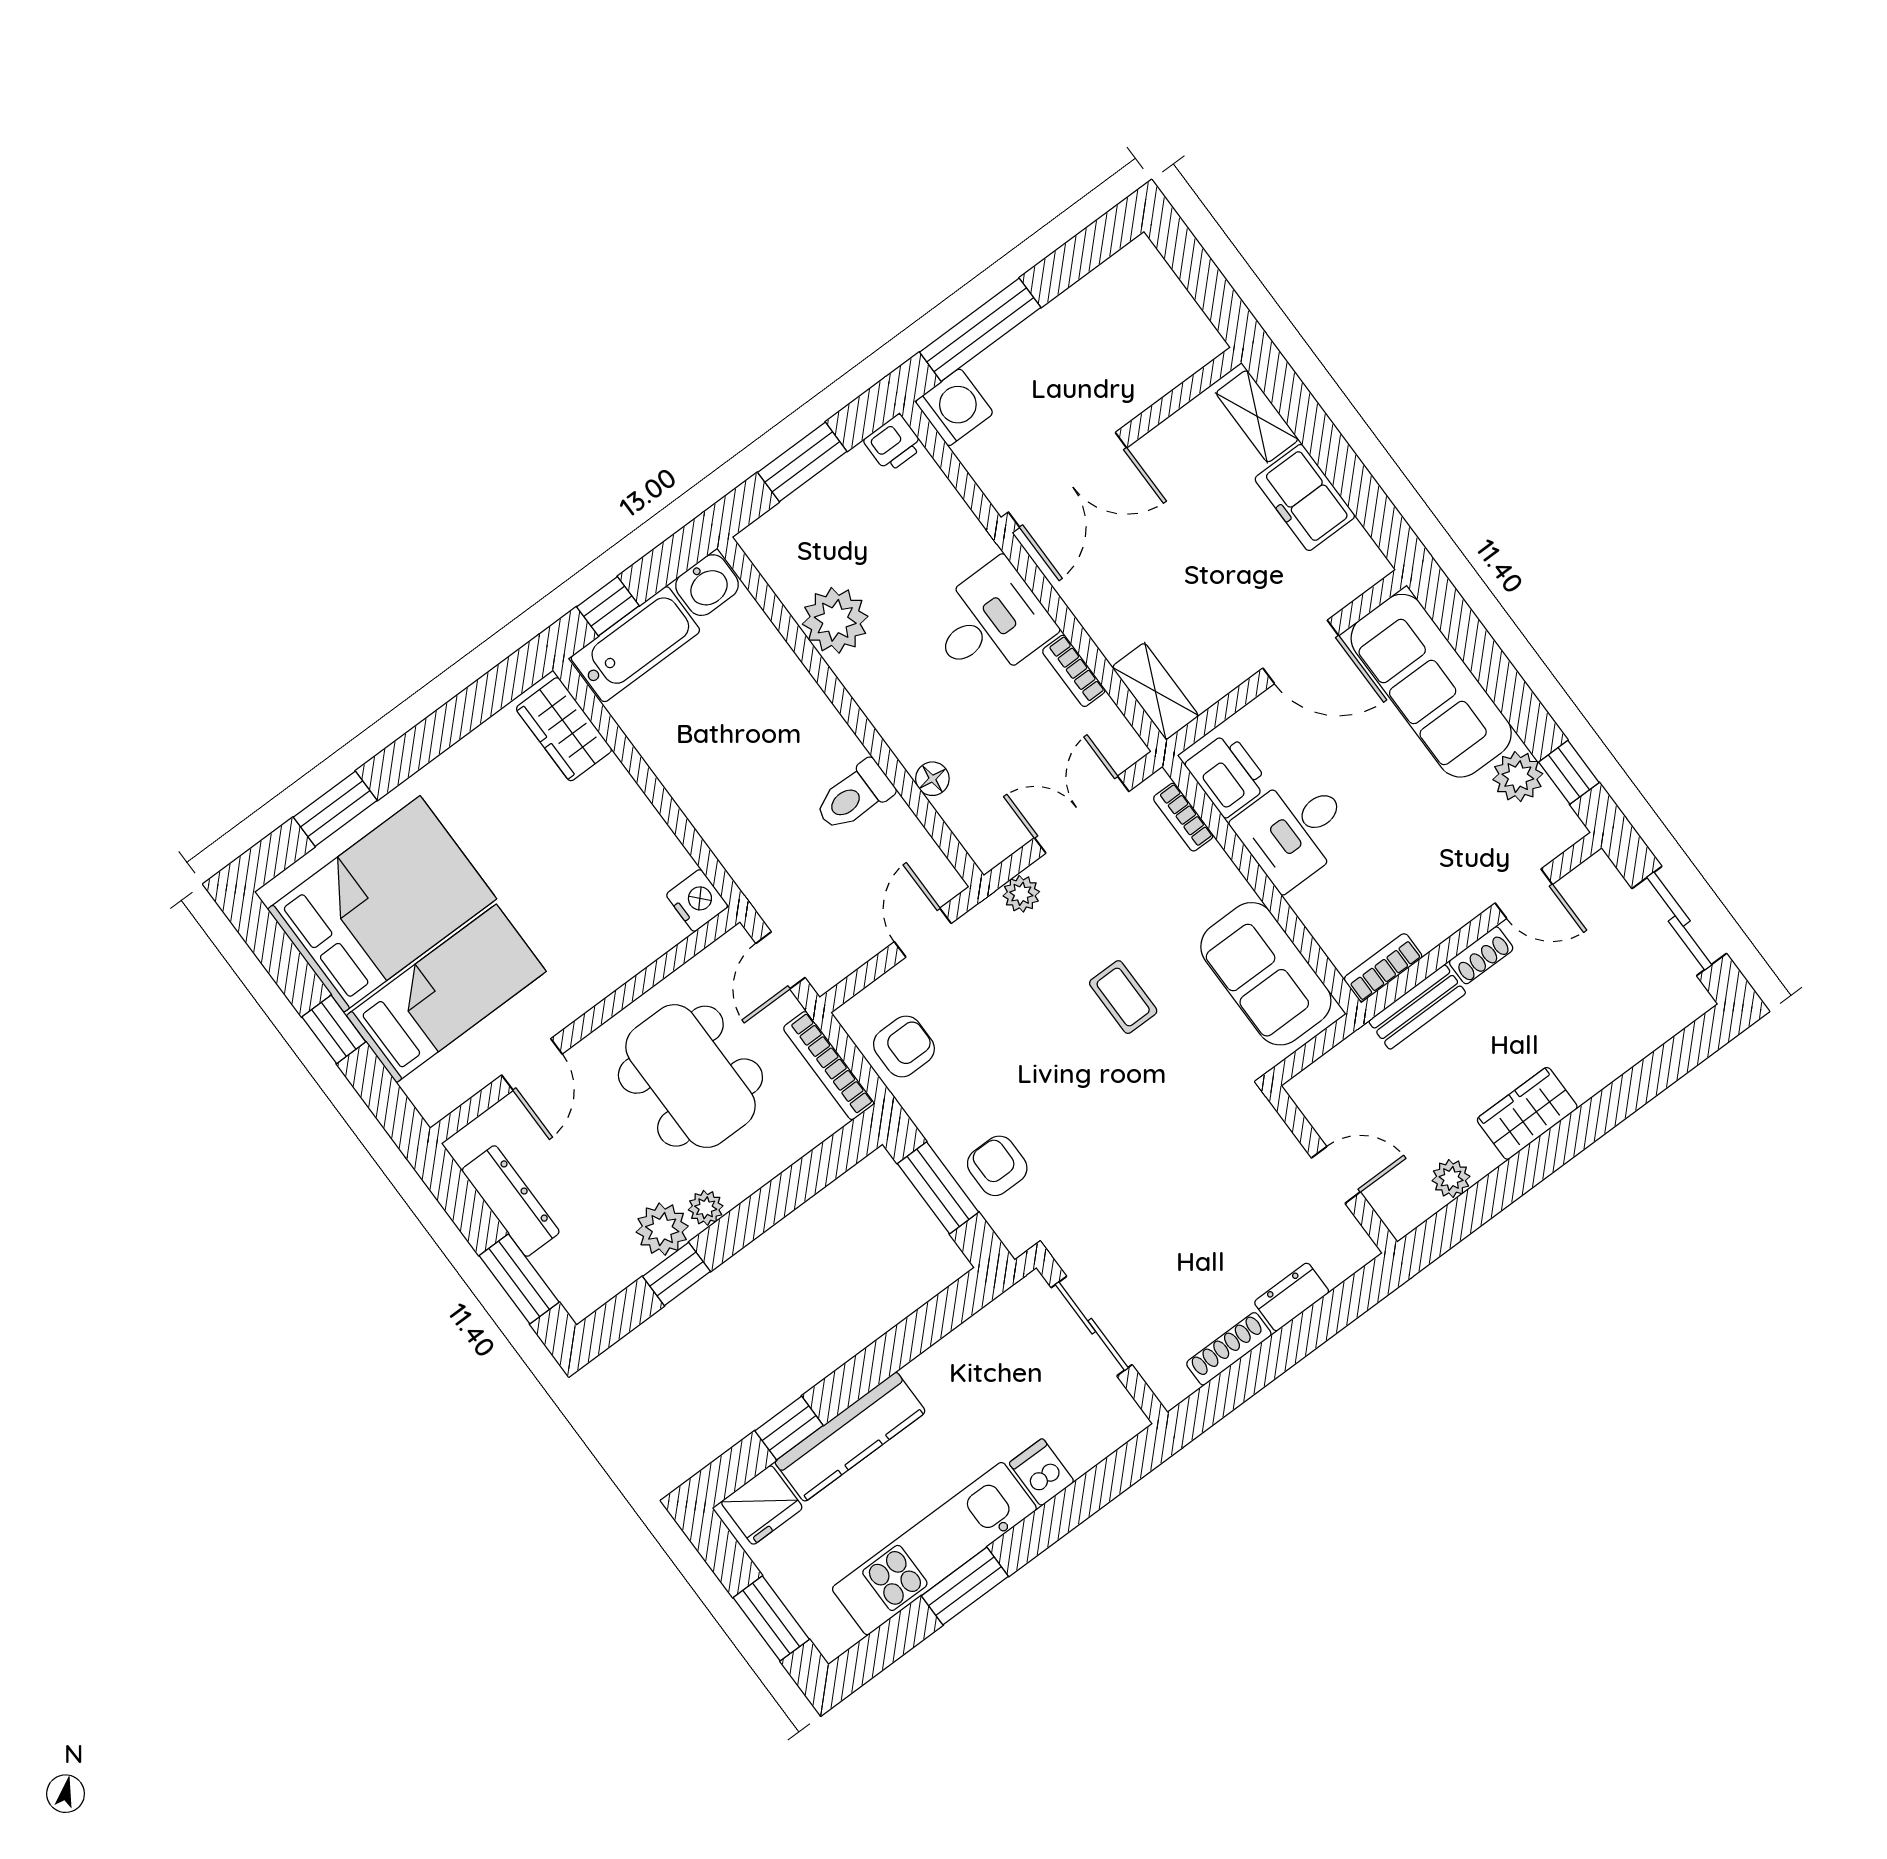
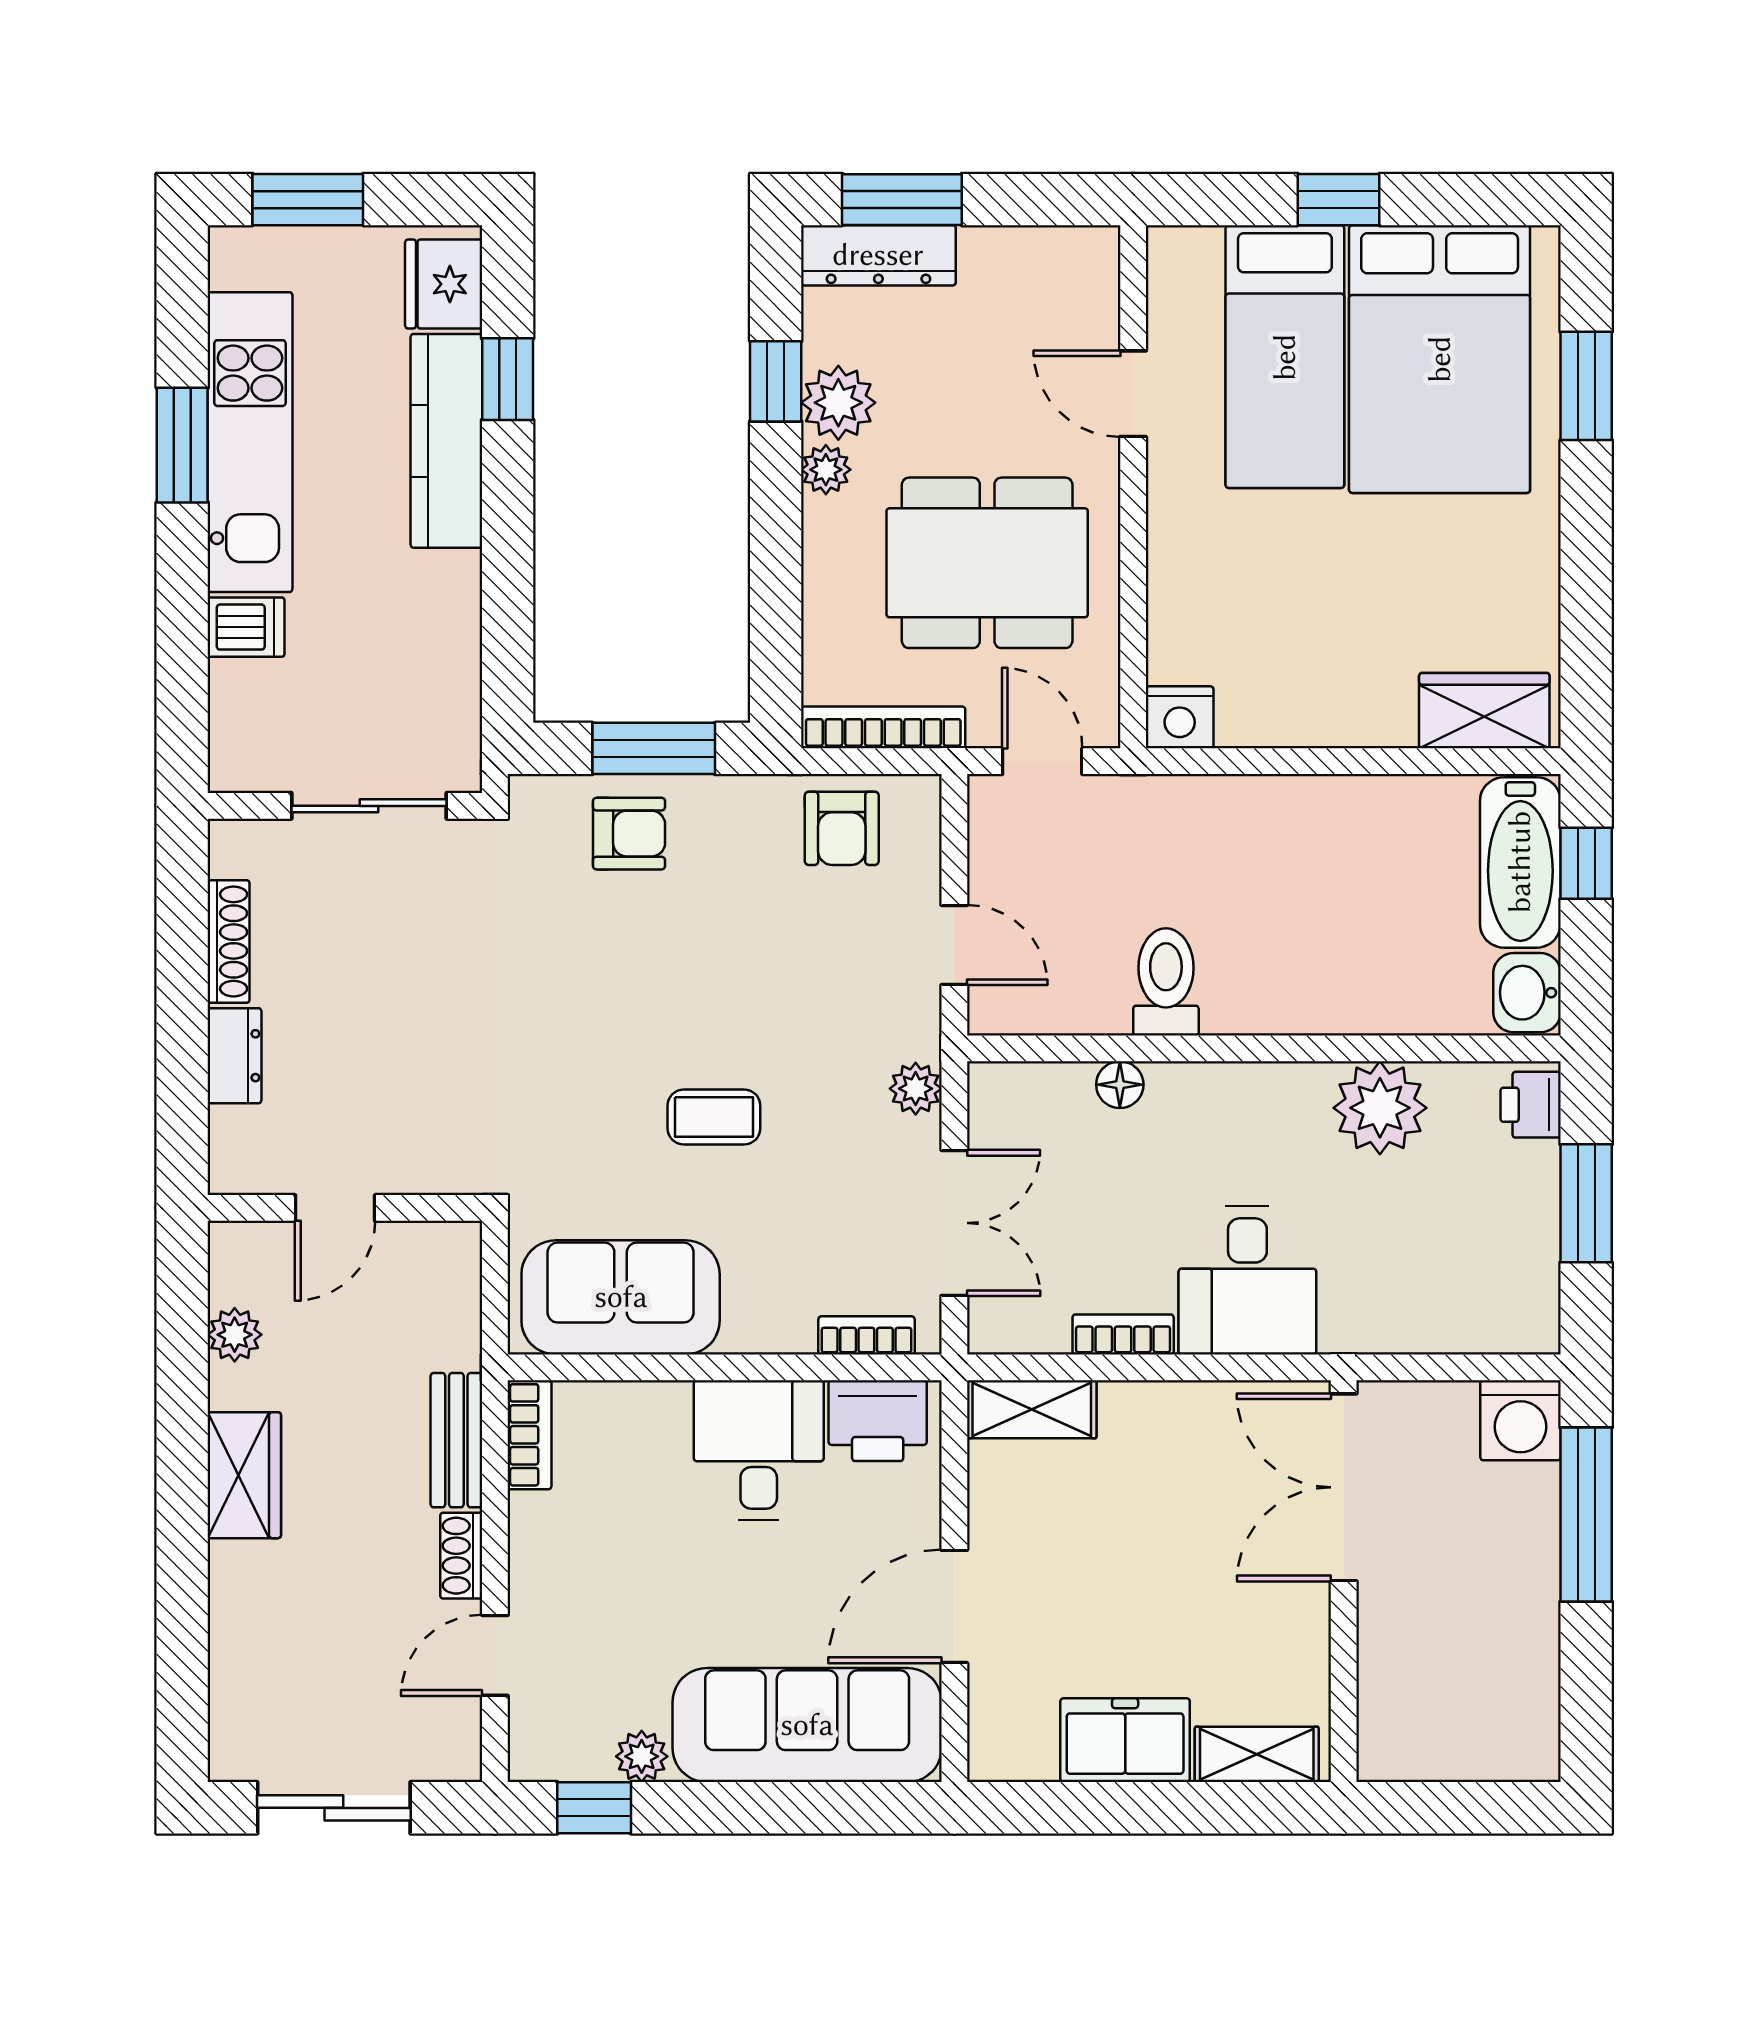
printer: (894, 443) -> (1531, 1105), moved
plant: (1518, 777) -> (642, 1756), width x0.73, depth x0.73
dresser: (511, 1201) -> (878, 255), moved

